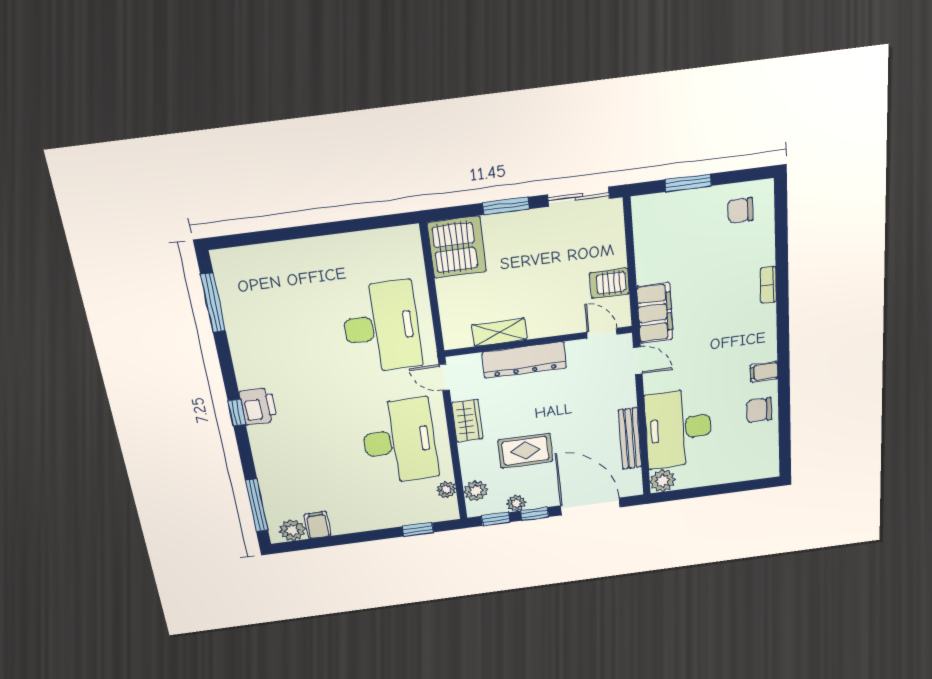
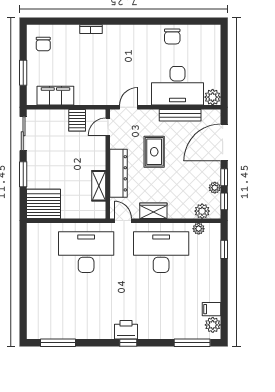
filing cabinet: (655, 313) -> (55, 96), moved
filing cabinet: (764, 372) -> (147, 33), removed
door: (444, 377) -> (123, 221), swing flipped
rug: (525, 451) -> (154, 152), moved

